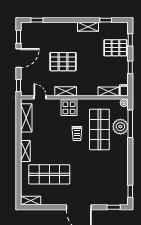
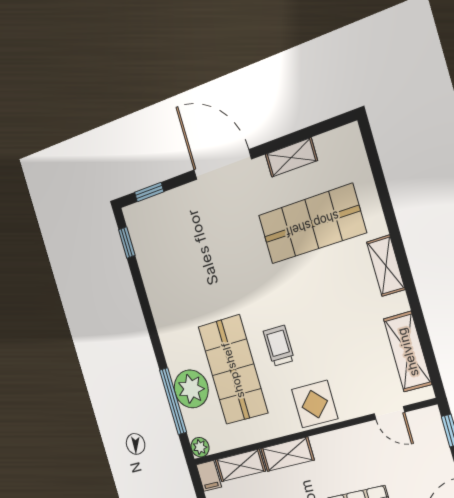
shelving: (66, 91) -> (287, 454), moved
shelving: (31, 201) -> (291, 157), moved

